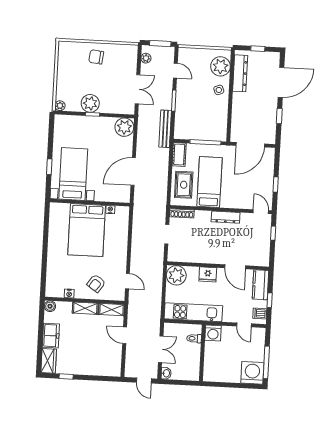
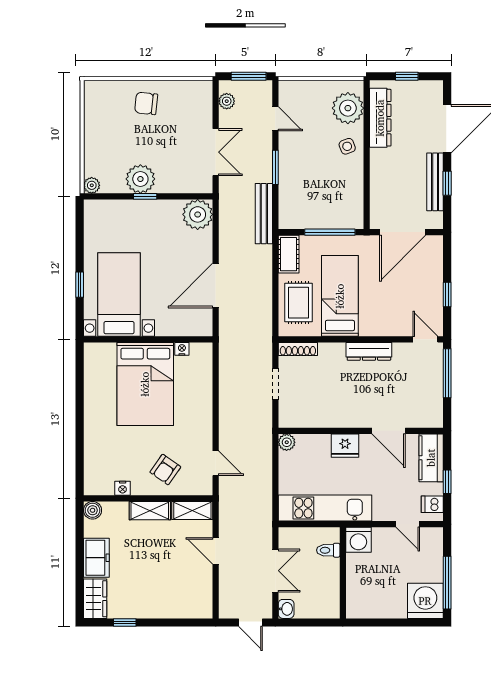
bench: (272, 115) -> (435, 182), added
window: (273, 233) -> (447, 373), width x2.17
plant: (176, 275) -> (287, 442), width x0.53, depth x0.53

